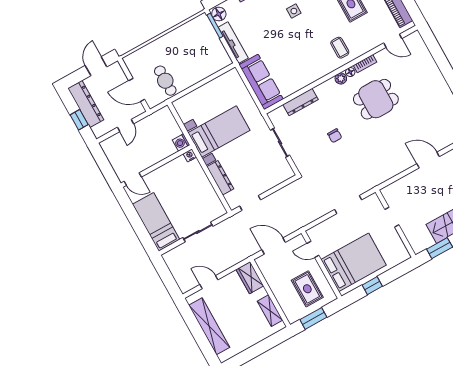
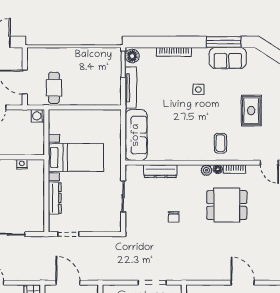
washing machine: (181, 142) -> (38, 116), moved
nightstand: (190, 155) -> (22, 164), moved

